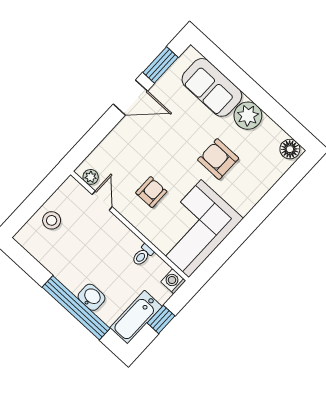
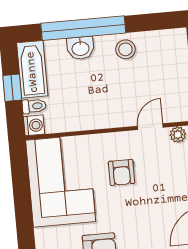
door: (102, 201) -> (150, 127), swing flipped
stool: (52, 220) -> (125, 49), moved
toilet: (143, 255) -> (34, 106), moved, turned 90

